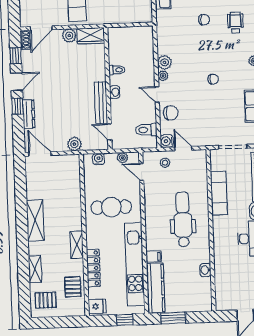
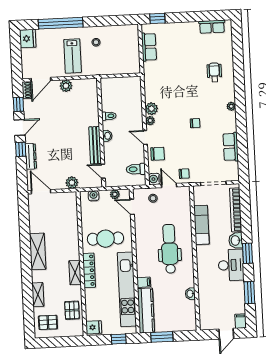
chair: (204, 20) -> (184, 174), moved
wardrobe: (91, 36) -> (85, 86), removed
locker: (93, 268) -> (89, 270), moved

